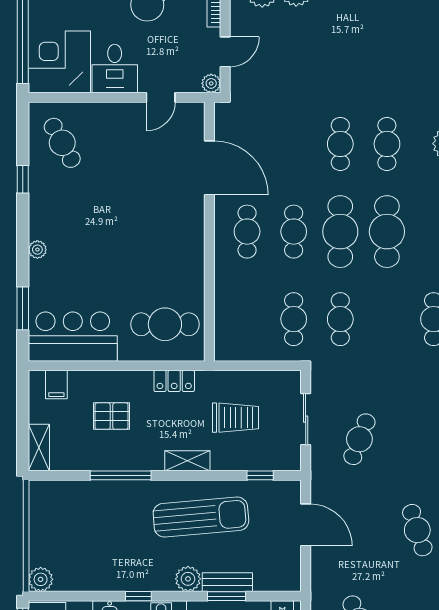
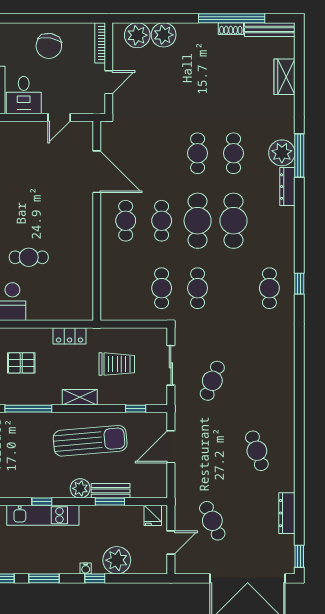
plant: (211, 83) -> (98, 107), removed
cafe table: (165, 324) -> (29, 257), moved, width x0.73, depth x0.74
door: (306, 525) -> (171, 447), swing flipped

